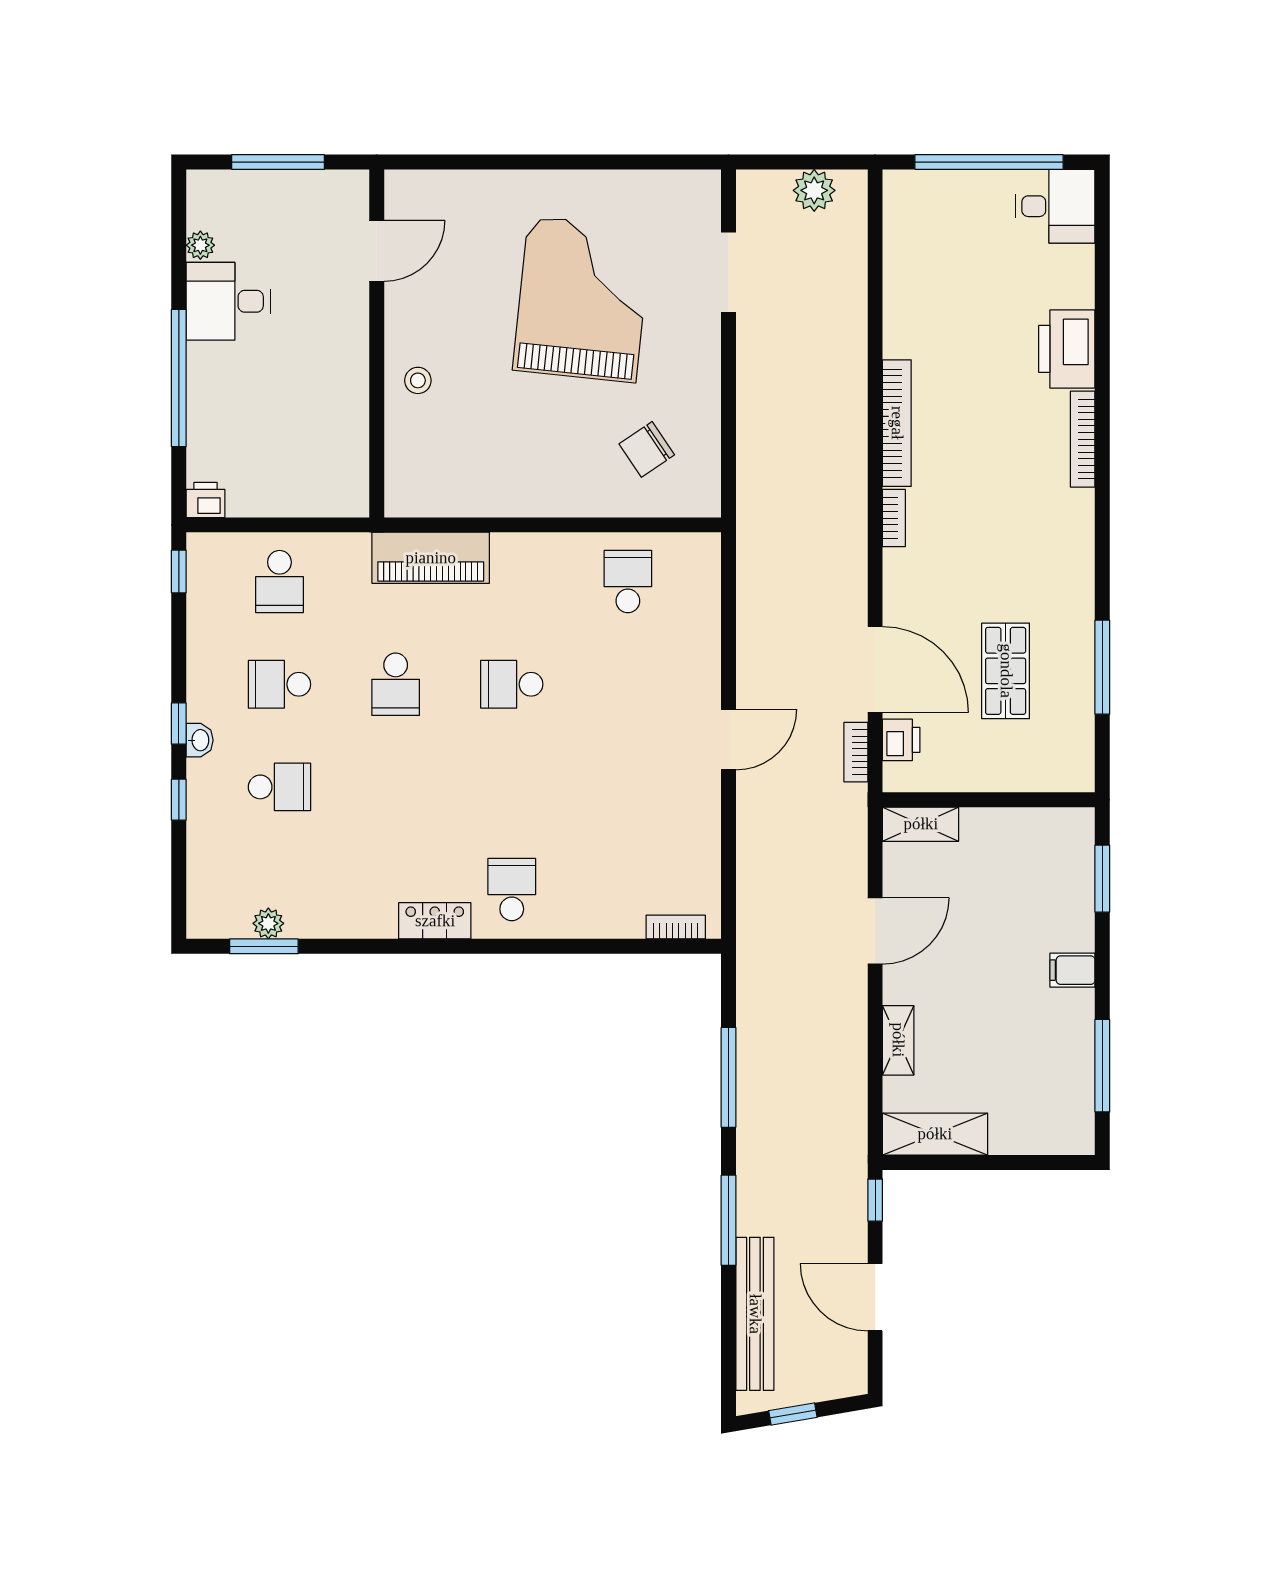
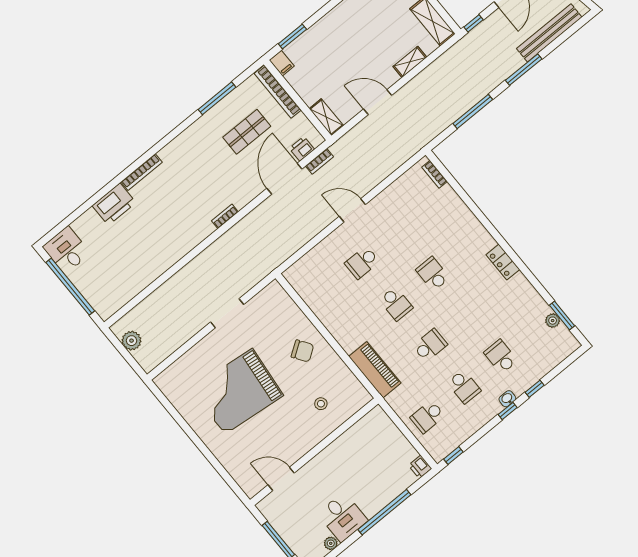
doorway: (729, 272) -> (227, 313), moved
stool: (418, 380) -> (321, 404), moved
bookcase: (897, 423) -> (278, 92), moved, turned -90
chair: (647, 449) -> (302, 351), moved
school desk: (279, 582) -> (427, 417), turned 180
school desk: (628, 582) -> (362, 262), moved
school desk: (512, 890) -> (433, 274), moved, turned 90
filing cabinet: (1072, 970) -> (282, 63), moved

